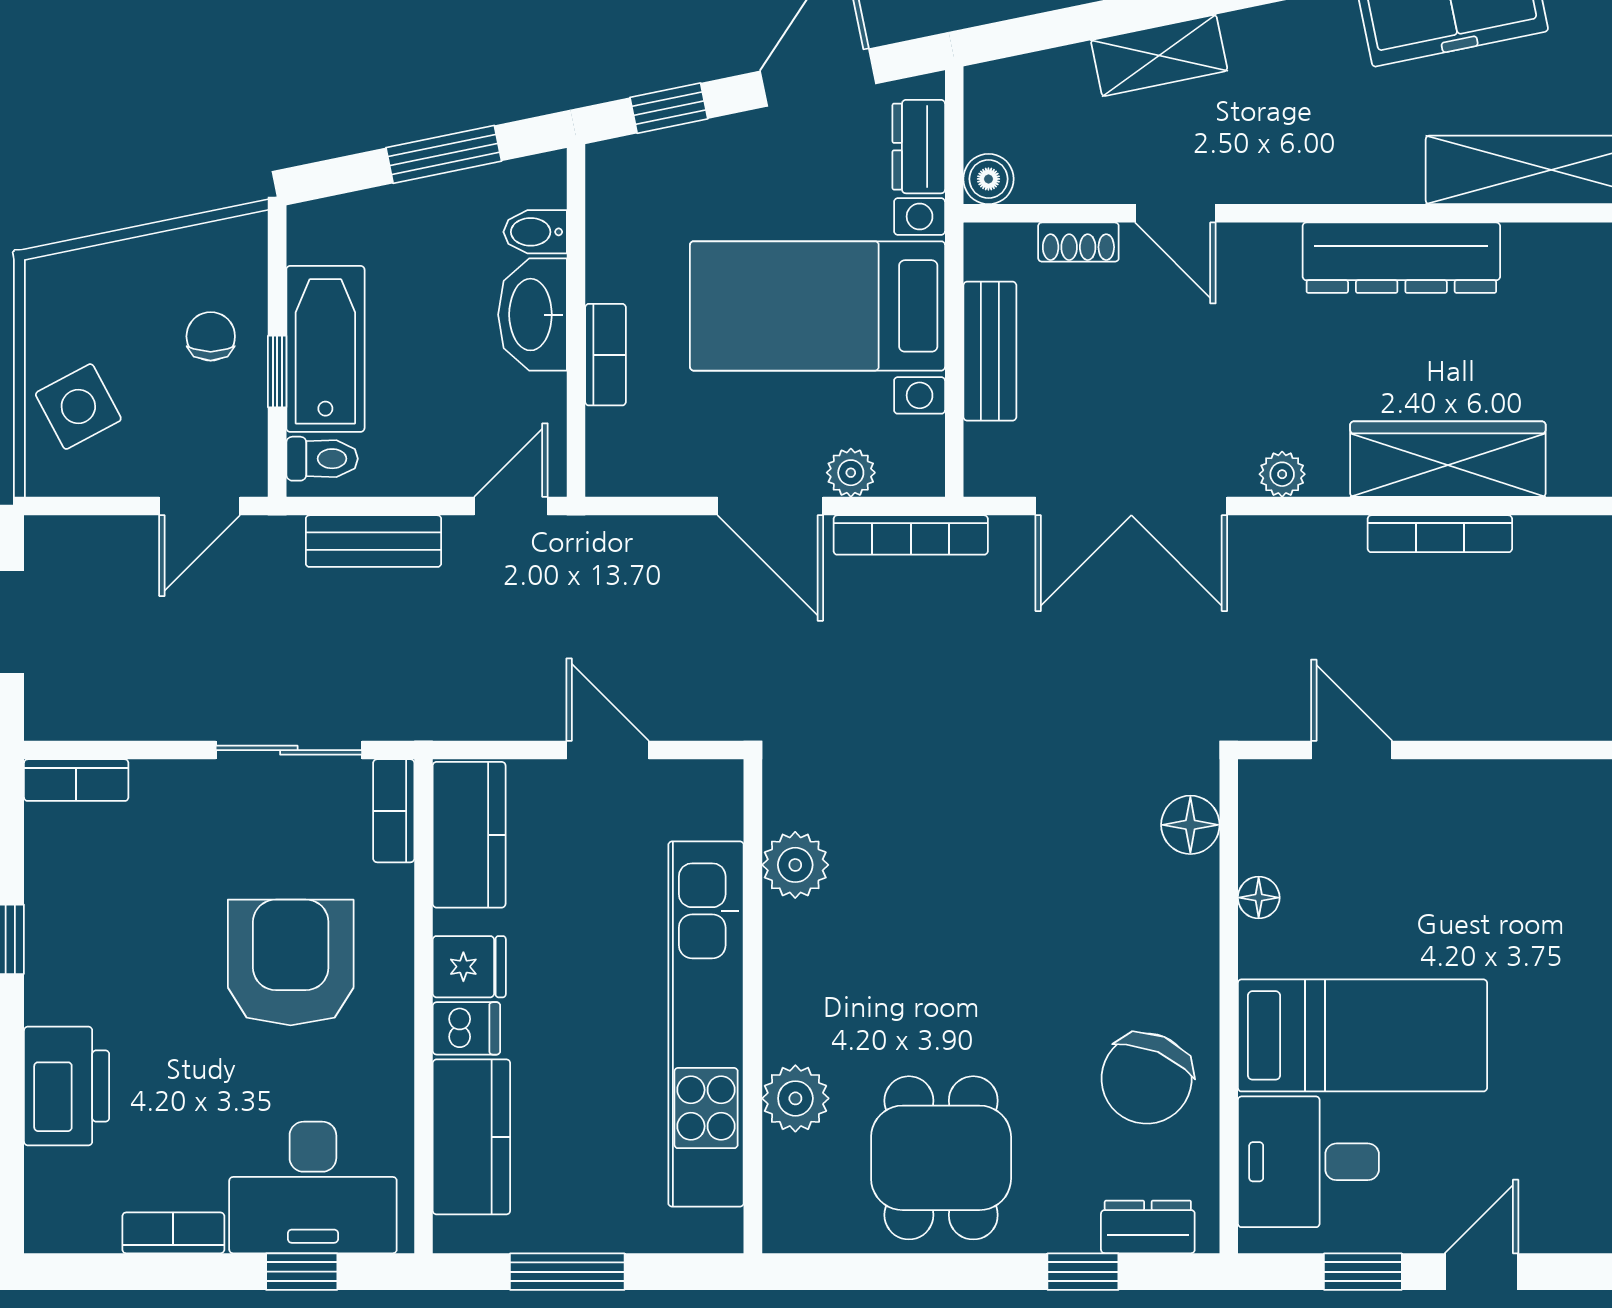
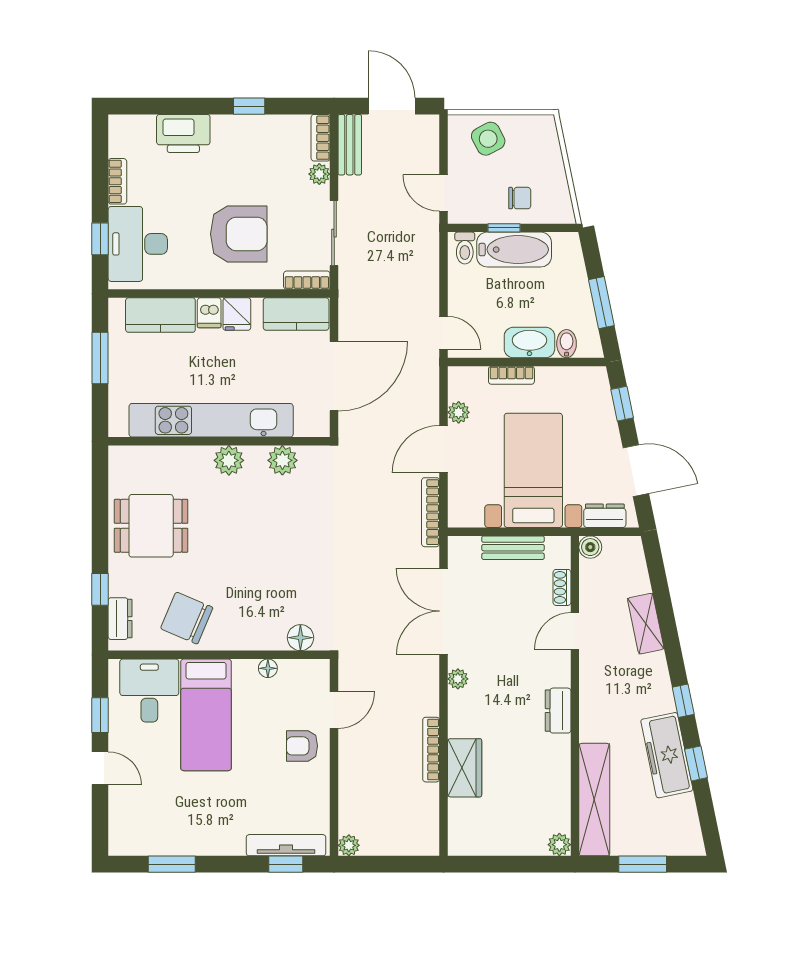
dresser: (1401, 258) -> (558, 711), width x0.51, depth x0.80
wardrobe: (1448, 459) -> (465, 768), width x0.67
plant: (851, 473) -> (459, 412), moved
bench: (373, 541) -> (350, 145), moved
door: (608, 750) -> (334, 376), width x1.88
plant: (157, 783) -> (319, 174), added
armchair: (1432, 821) -> (302, 746), added
plant: (795, 1098) -> (229, 460), moved

